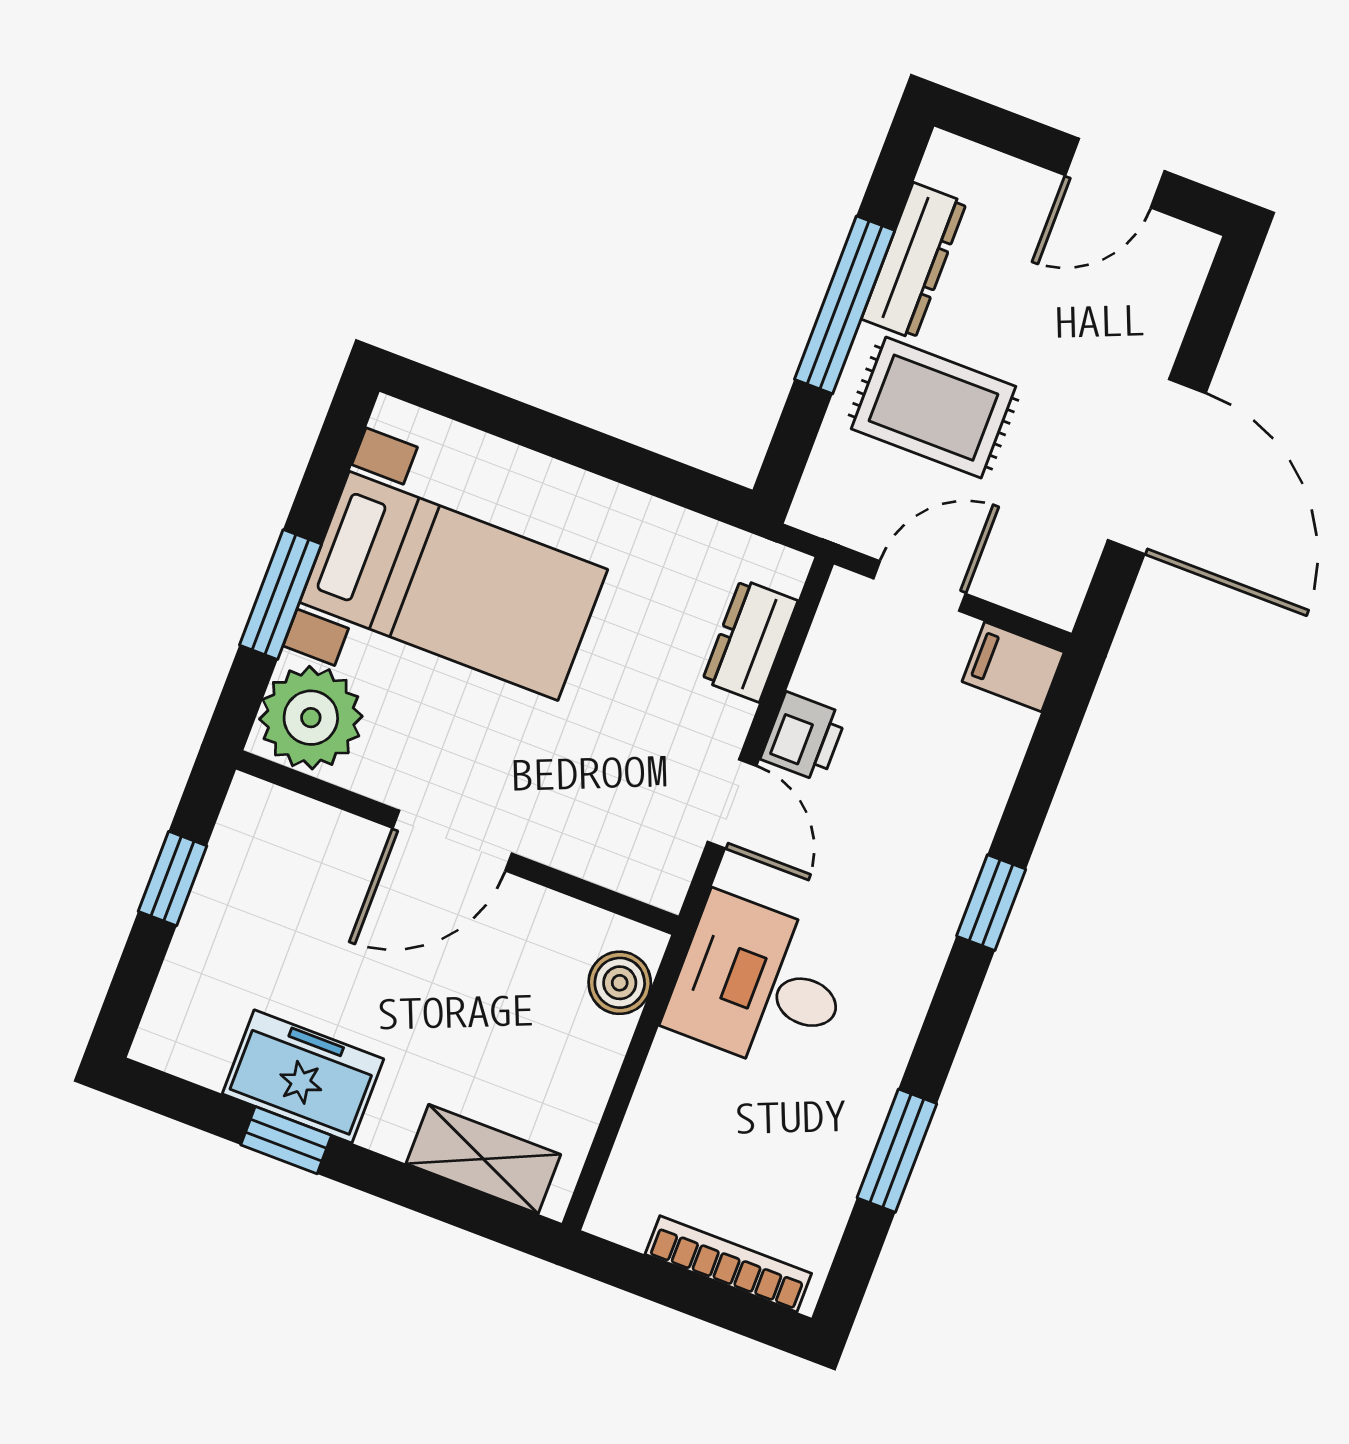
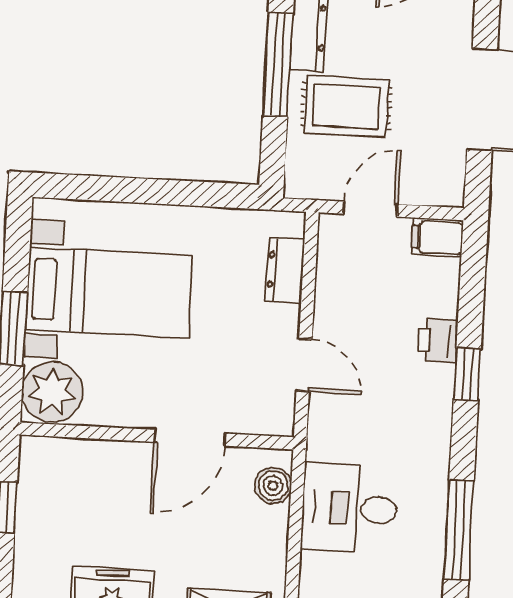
printer: (804, 737) -> (437, 340), moved, turned 180
door: (452, 841) -> (190, 438), moved
desk: (760, 985) -> (350, 508), moved
window: (897, 1151) -> (459, 530), width x1.44

